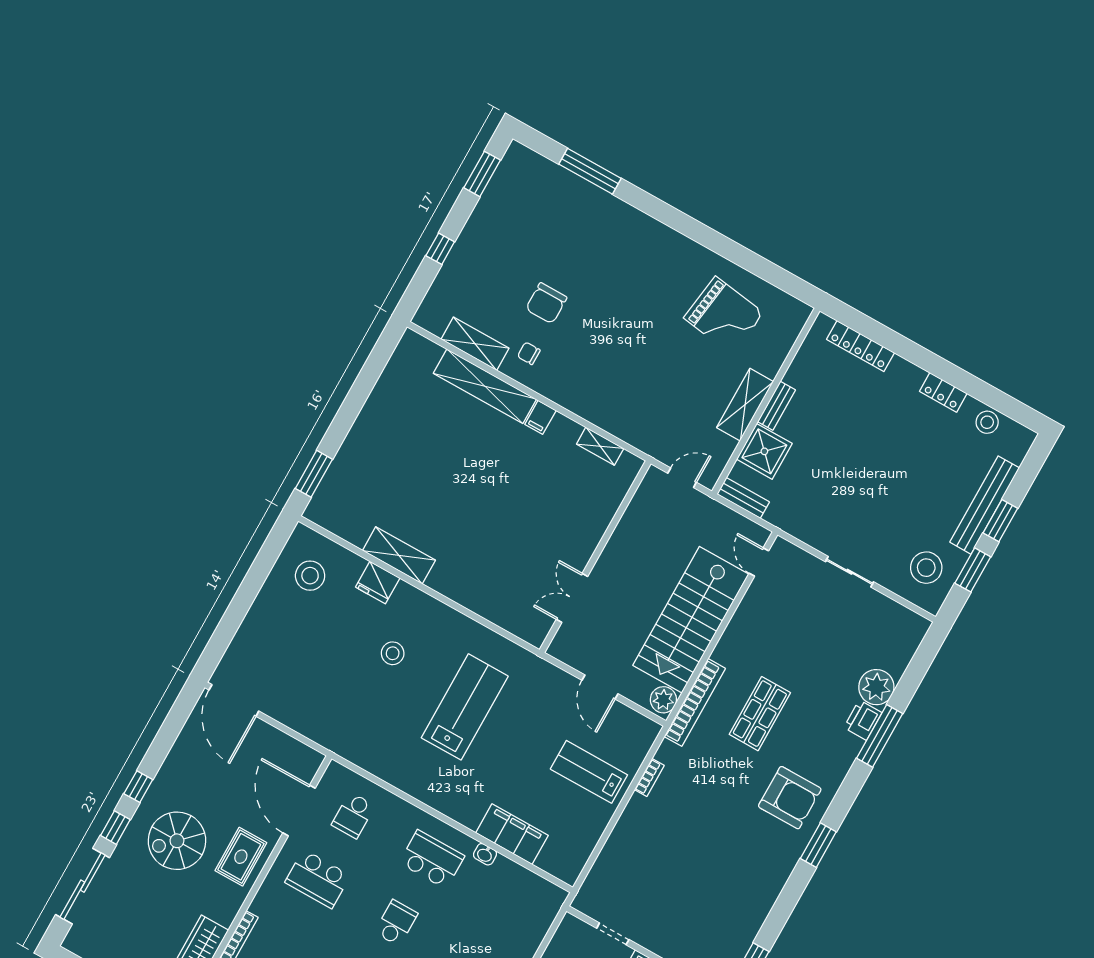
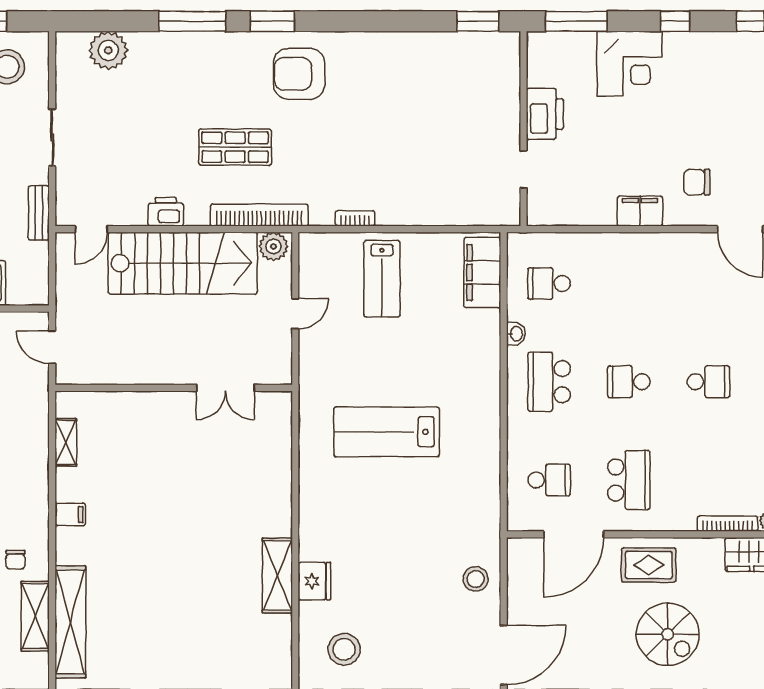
shelving: (485, 386) -> (70, 622), moved
bench: (743, 498) -> (39, 213), moved
stool: (393, 653) -> (476, 579), moved
door: (600, 687) -> (295, 314), width x0.73
plant: (876, 687) -> (108, 50), moved
printer: (863, 720) -> (166, 212), moved, turned 180
armchair: (790, 798) -> (299, 74), turned -90
filing cabinet: (512, 834) -> (482, 273), moved
window: (818, 845) -> (272, 21), moved
school desk: (510, 903) -> (549, 283), added

